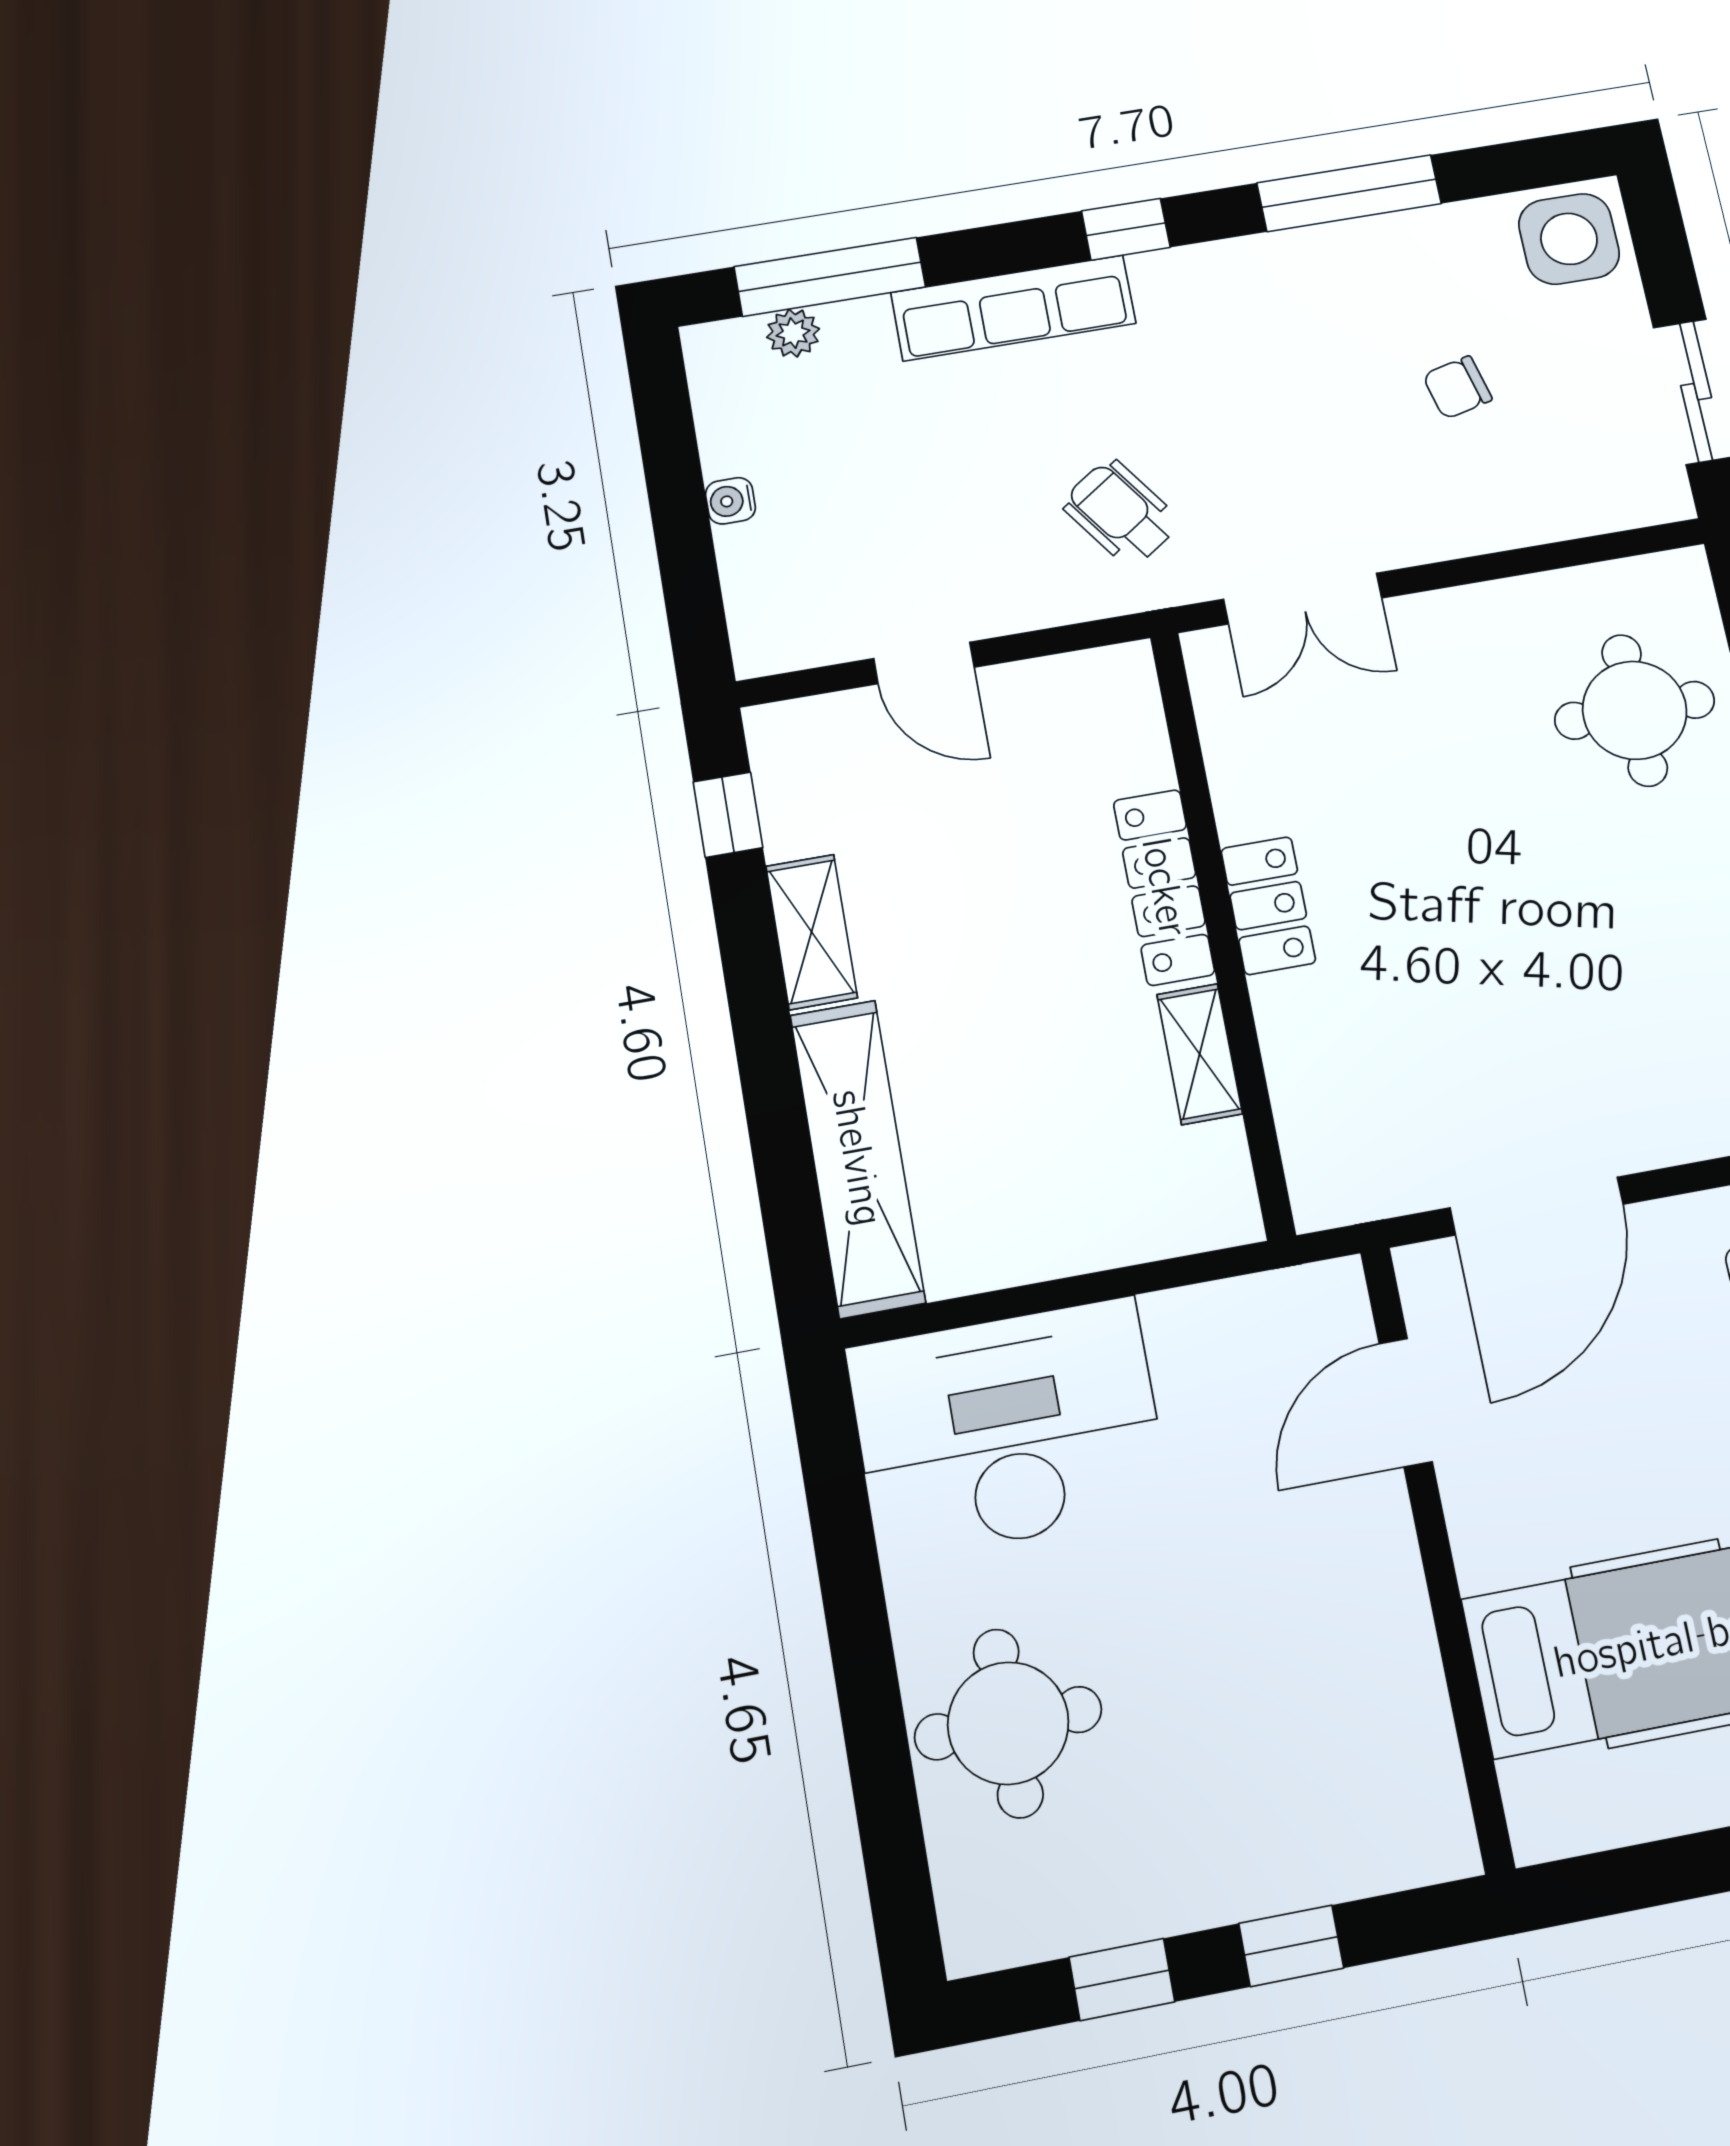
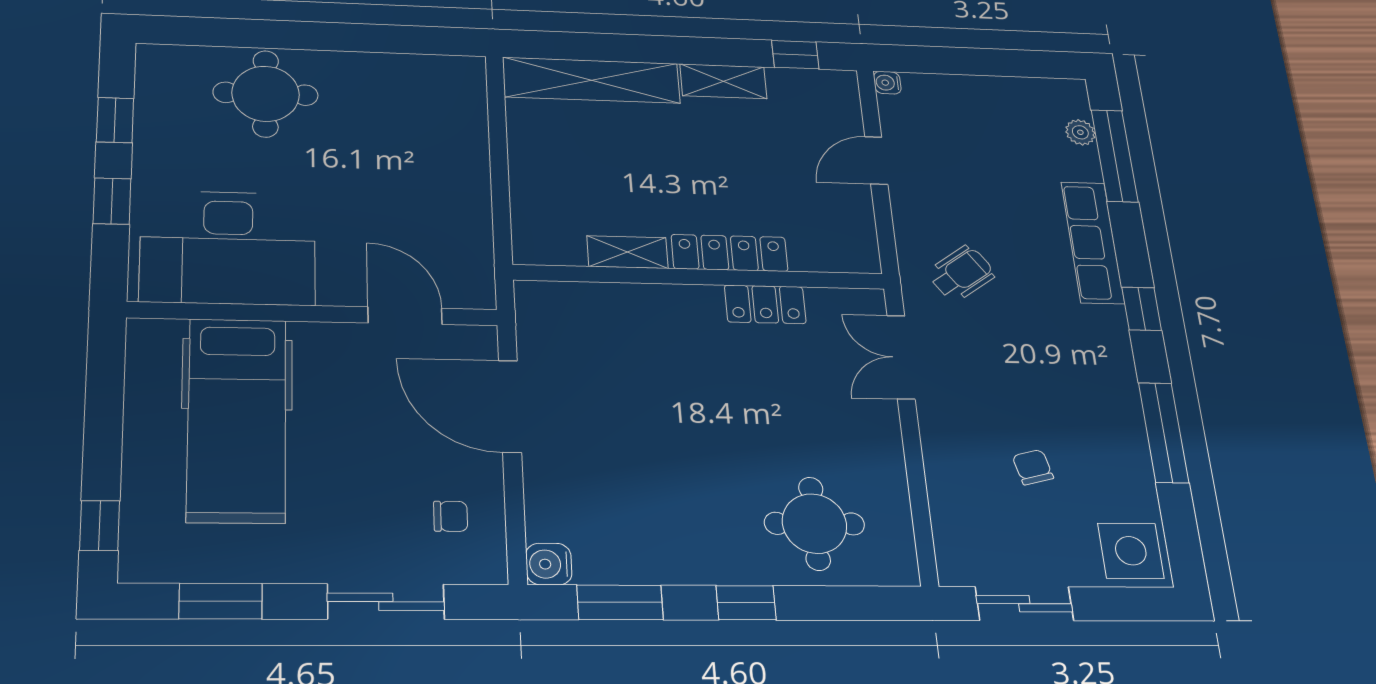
water cooler: (730, 501) -> (887, 83), moved, turned -90
locker: (1268, 906) -> (765, 304), moved
desk: (1008, 1429) -> (228, 248), moved, turned 90

